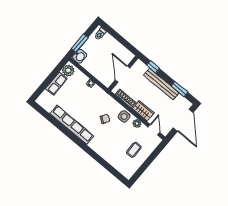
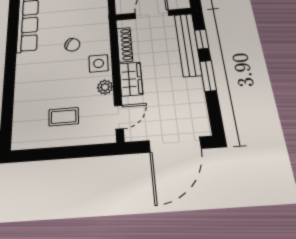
bench: (161, 84) -> (188, 44), moved
window: (180, 89) -> (208, 76), moved

